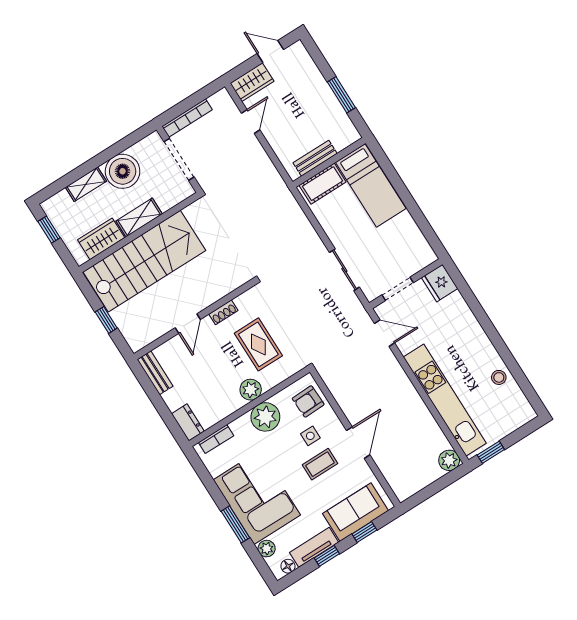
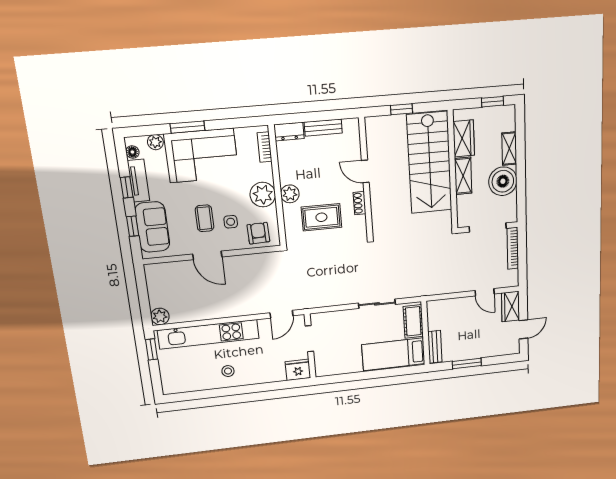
bench: (315, 158) -> (435, 347), moved
sliding door: (344, 270) -> (377, 304), moved
bench: (155, 373) -> (323, 128), moved
stool: (499, 377) -> (228, 371), moved

